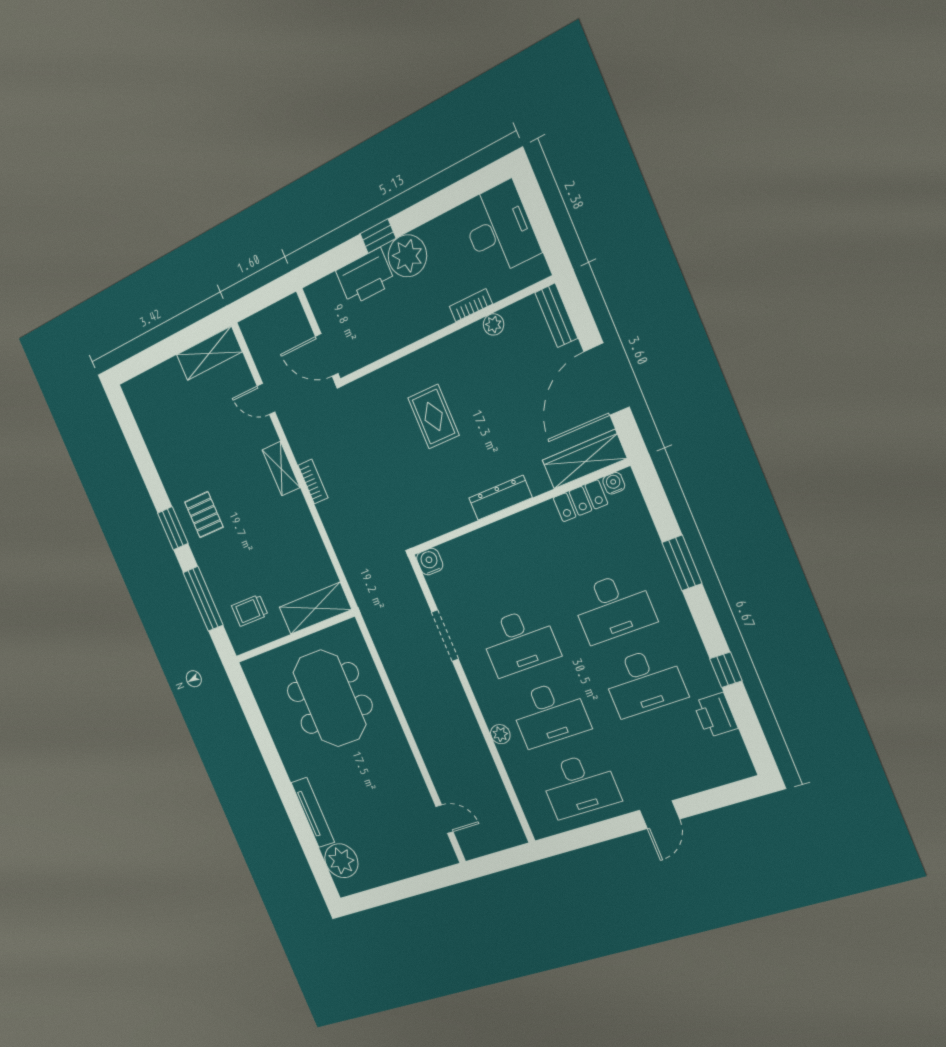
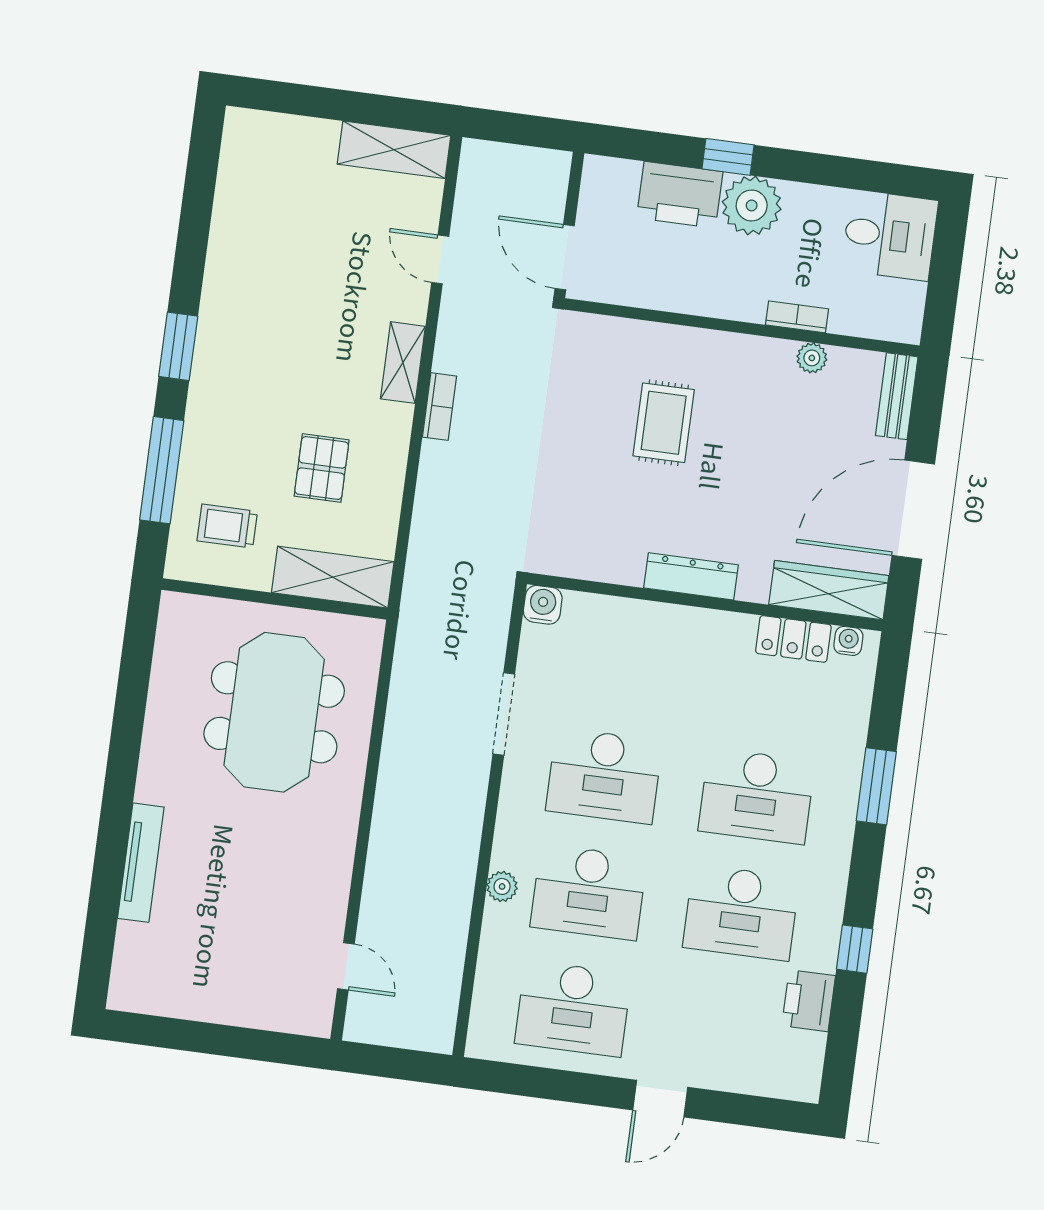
desk: (500, 229) -> (890, 235), width x0.73
pallet: (204, 515) -> (322, 468), moved
plant: (341, 861) -> (142, 954), removed

